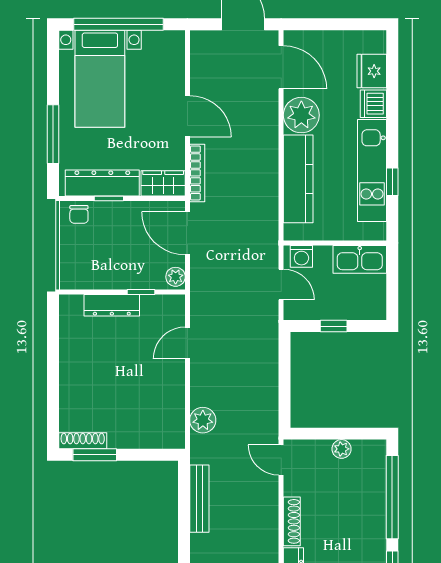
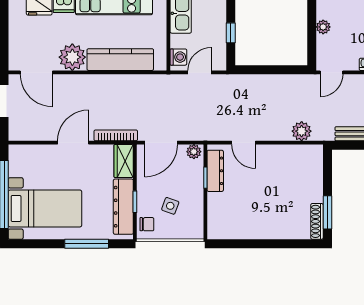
door: (281, 67) -> (36, 72), swing flipped
side table: (103, 245) -> (170, 206), added
dresser: (112, 305) -> (215, 171), moved

